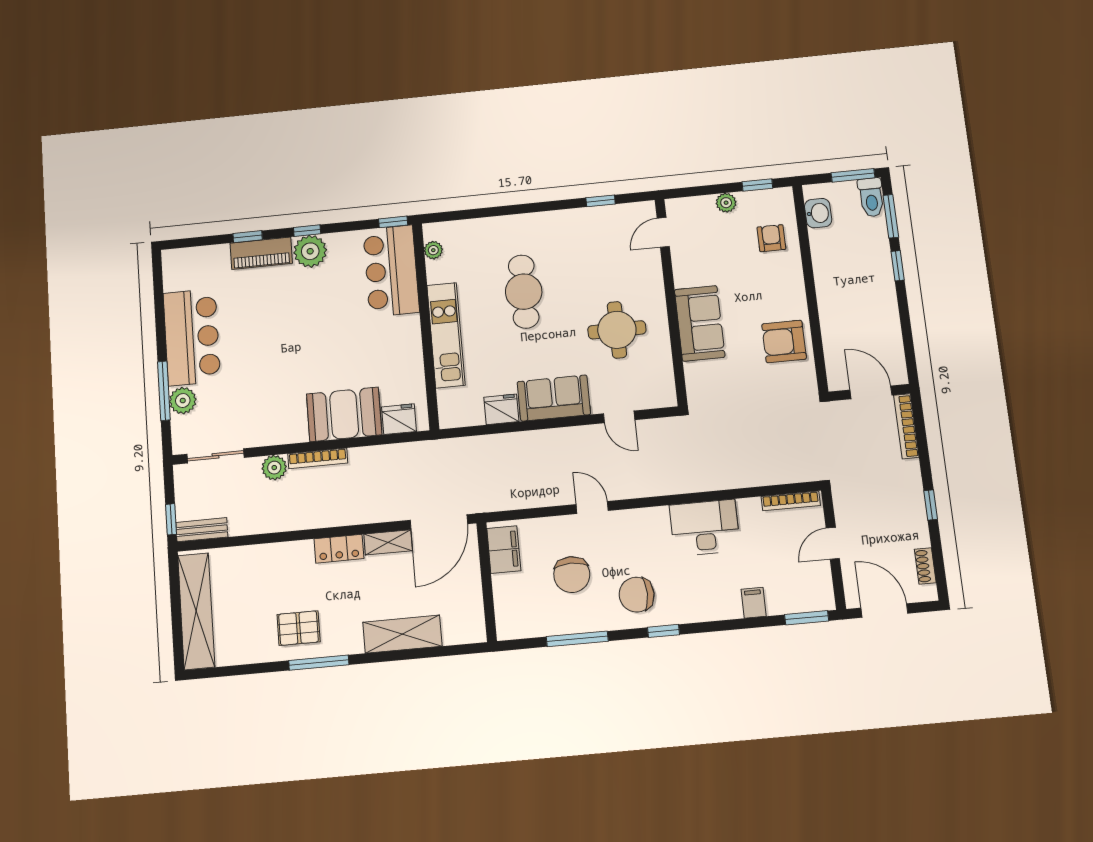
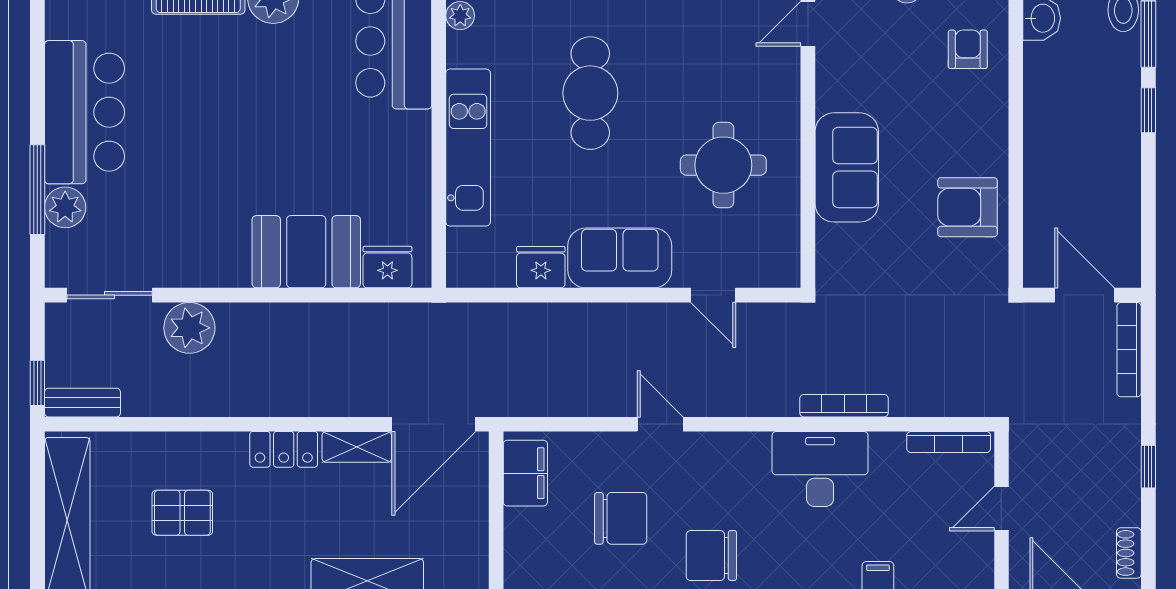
bookcase: (318, 458) -> (844, 406), moved, turned 180
plant: (274, 468) -> (189, 328), width x1.36, depth x1.36
chair: (572, 575) -> (621, 518), turned -90
pallet: (298, 628) -> (182, 513), moved

